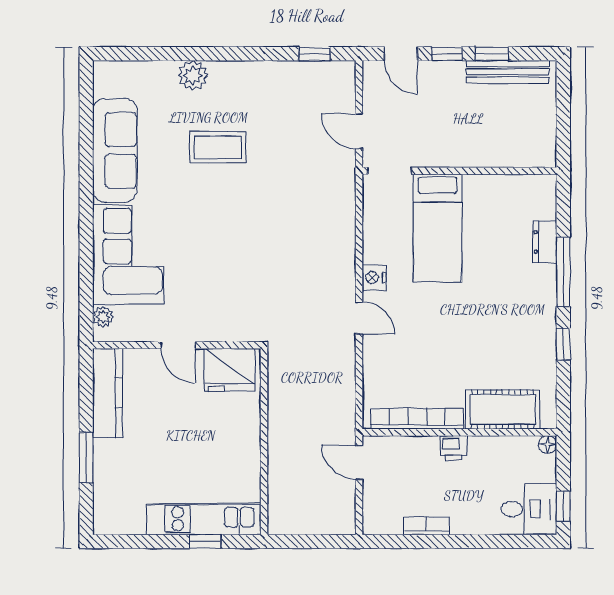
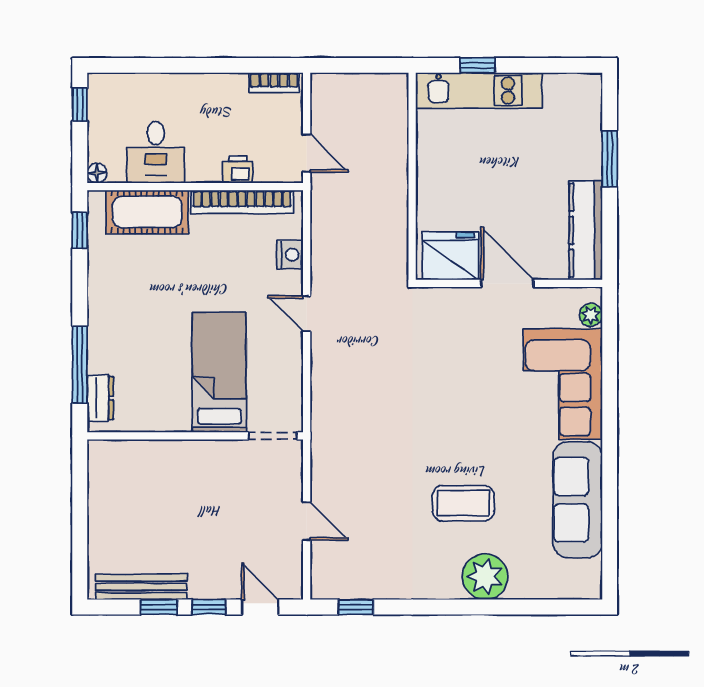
plant: (193, 76) -> (485, 577), width x1.36, depth x1.36
doorway: (390, 171) -> (273, 436), moved
wall: (459, 171) -> (195, 436), moved
bed: (438, 228) -> (219, 372), moved
nightstand: (374, 278) -> (290, 255), moved
window: (563, 344) -> (80, 230), moved
door: (178, 345) -> (507, 283), width x1.38
printer: (453, 448) -> (238, 169), moved
desk: (529, 509) -> (156, 152), moved, turned -90
bookcase: (427, 526) -> (274, 83), moved

